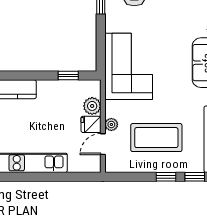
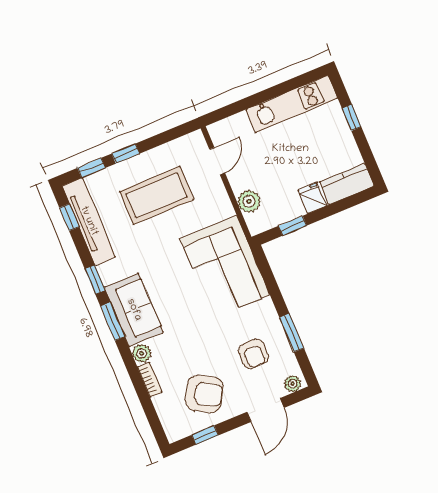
fridge: (91, 124) -> (312, 198), moved, turned -90
plant: (111, 124) -> (217, 189), removed

